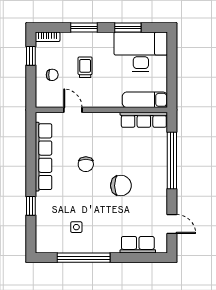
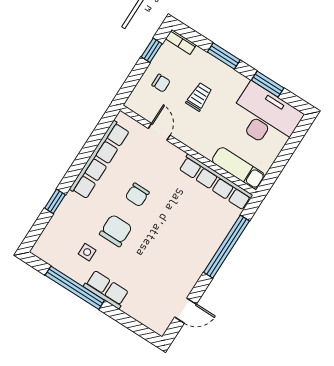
row of seats: (144, 120) -> (216, 182), width x1.36
chair: (121, 186) -> (116, 231), moved, turned -90
door: (172, 224) -> (186, 311), hinge flipped
row of seats: (138, 245) -> (106, 289), moved

